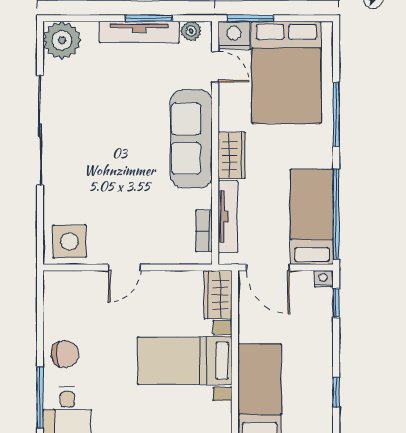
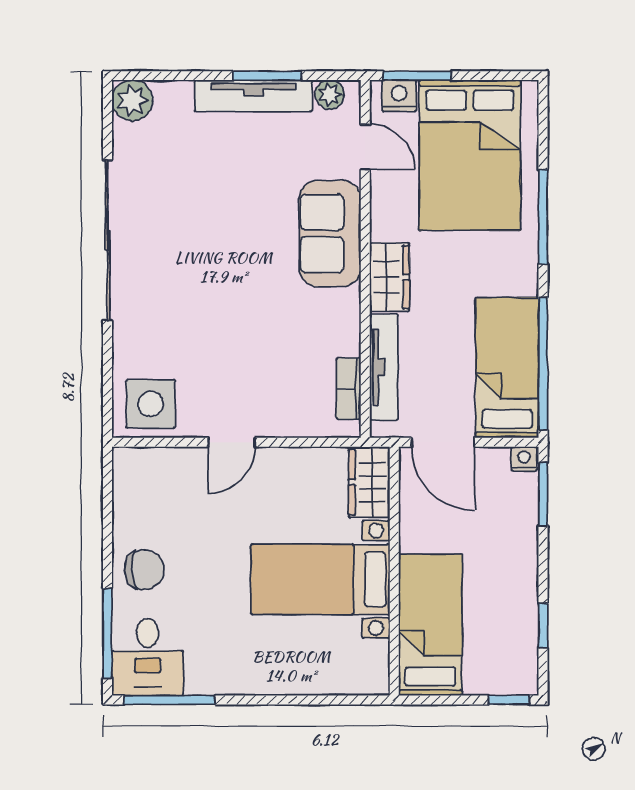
nightstand: (234, 35) -> (399, 96), width x0.74, depth x0.75
plant: (62, 40) -> (132, 100), width x0.73, depth x0.73
sofa: (191, 139) -> (330, 233), width x0.73
window: (336, 303) -> (543, 494), width x1.50

